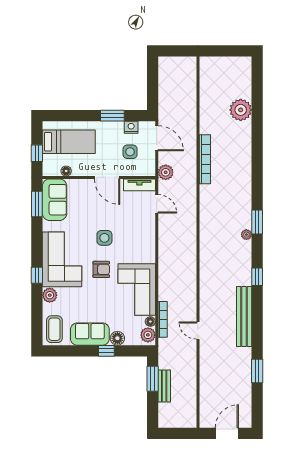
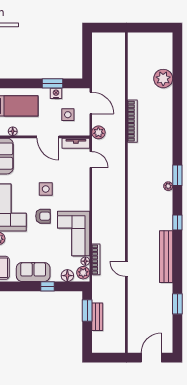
nightstand: (131, 127) -> (56, 93), moved
floor lamp: (117, 338) -> (67, 276), moved

